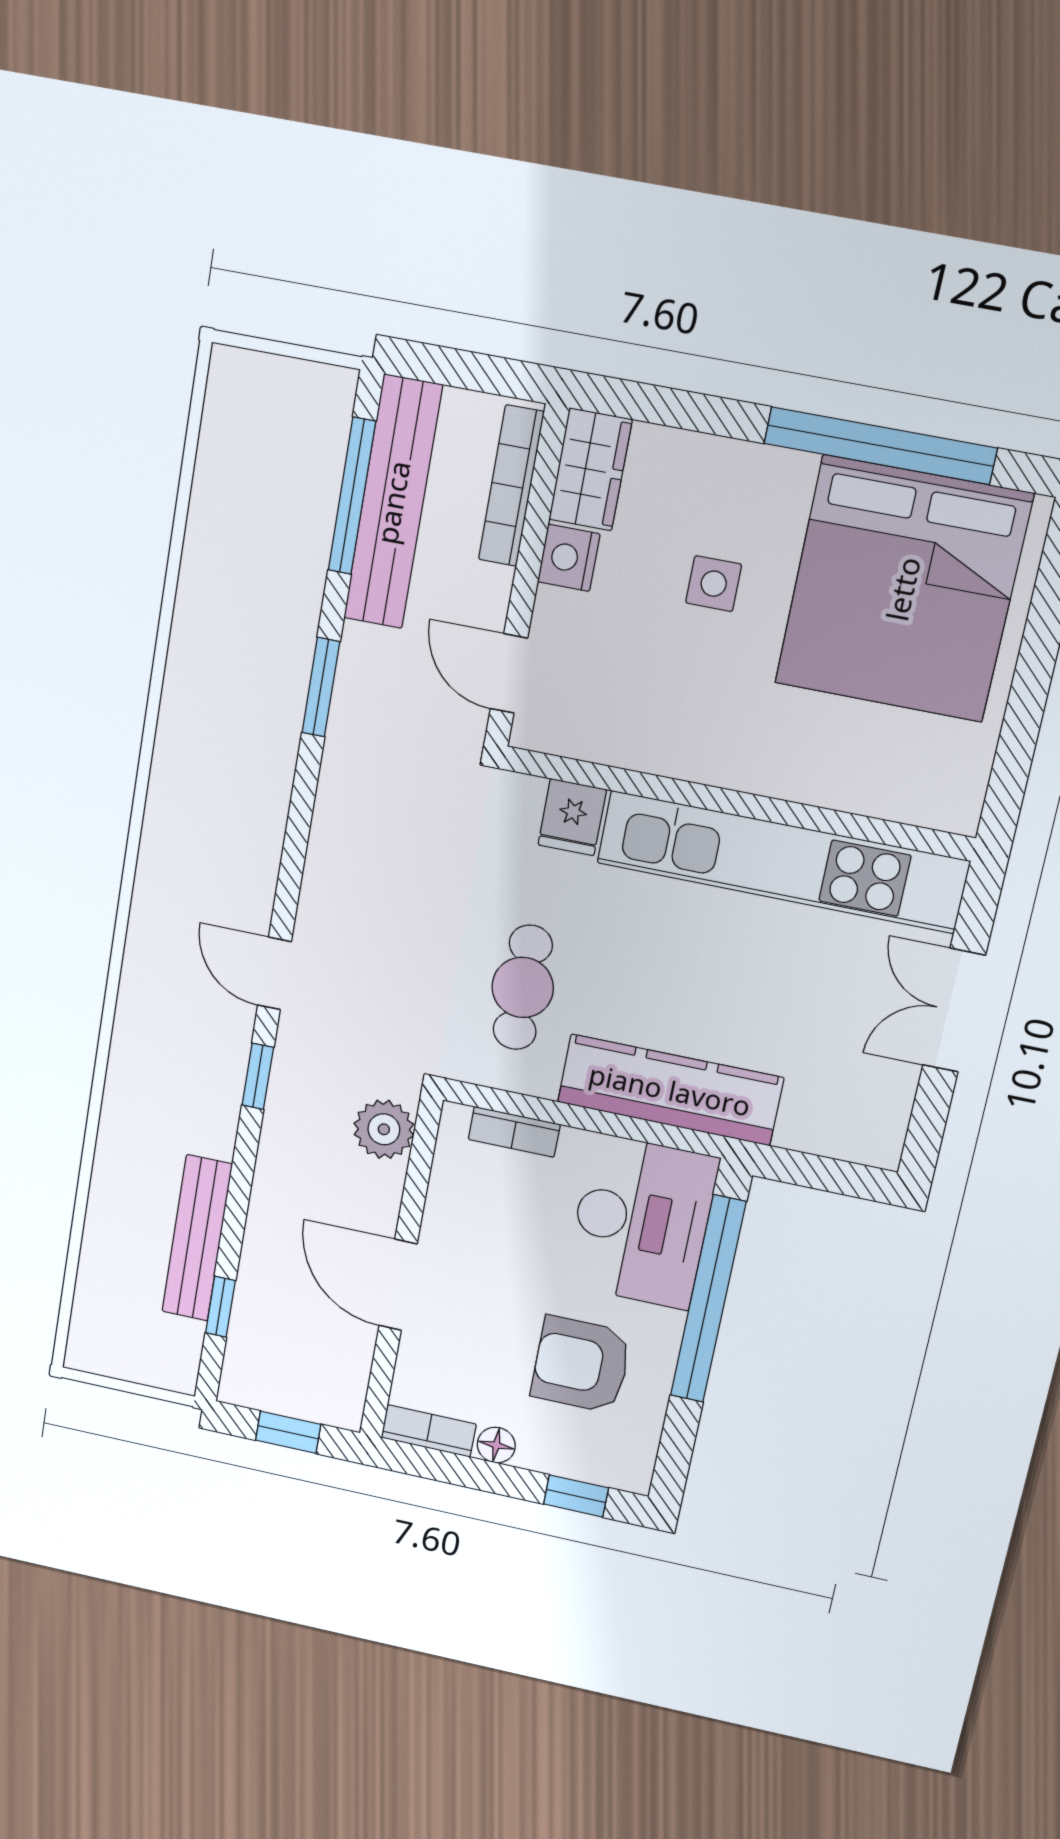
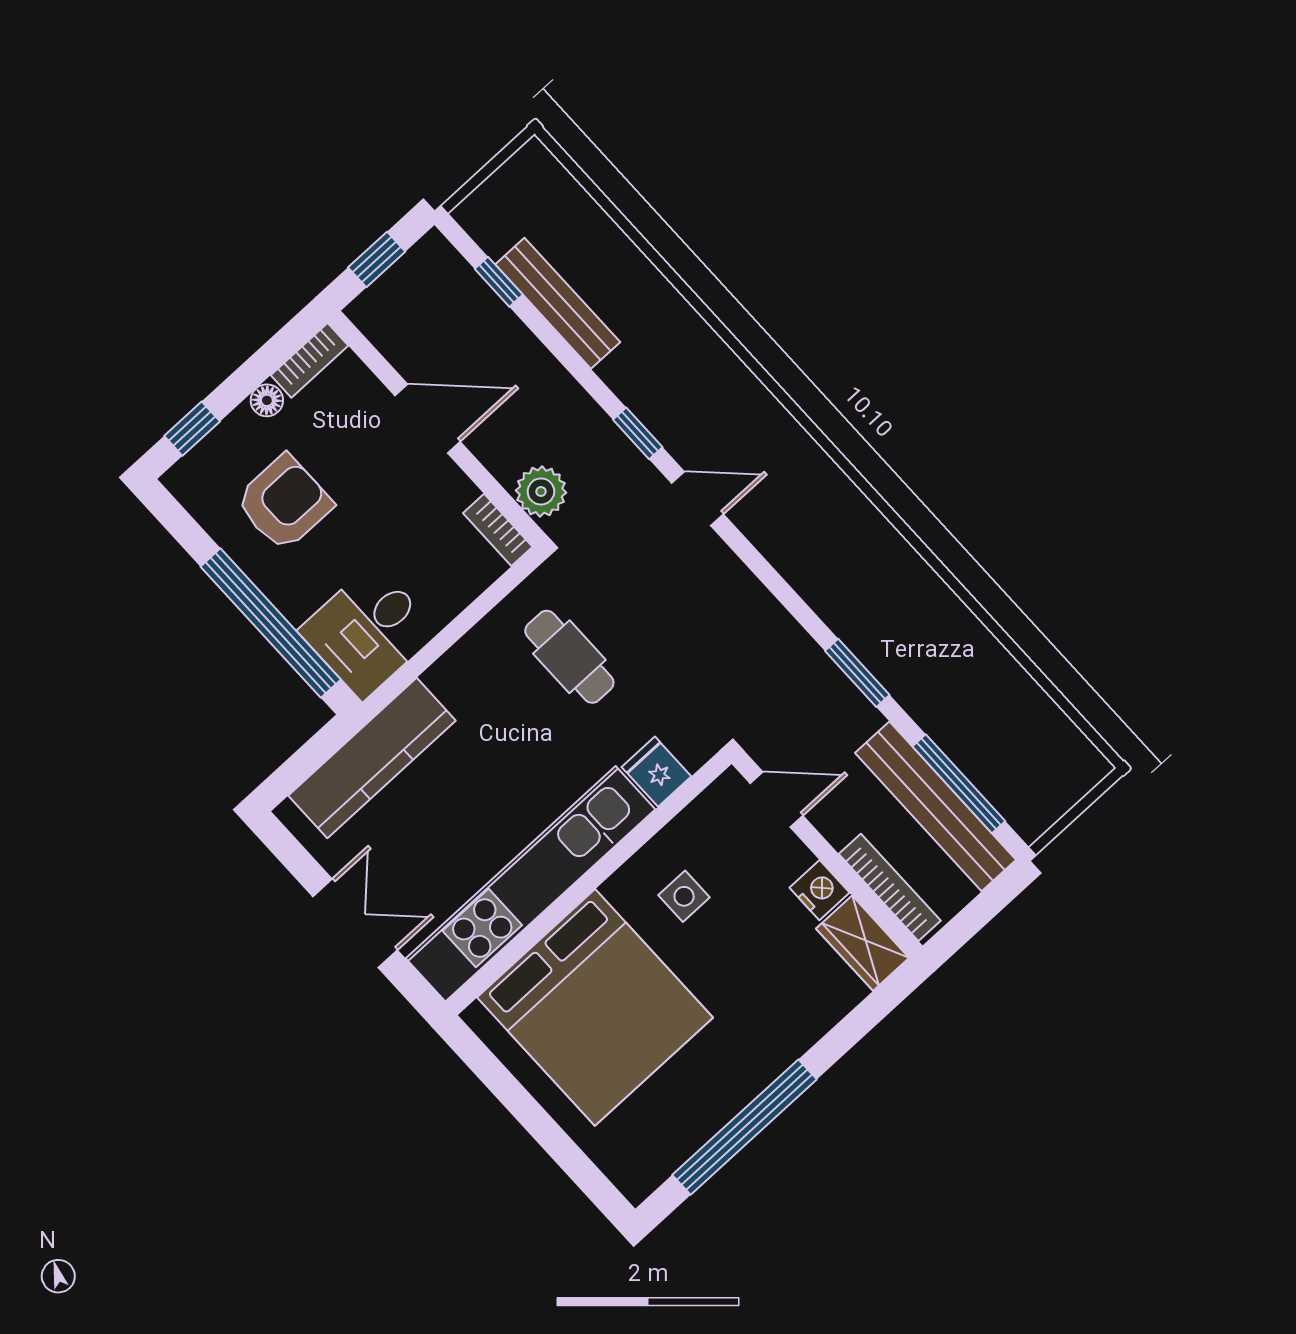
side table: (714, 584) -> (684, 896), moved
bed: (903, 589) -> (595, 1007), moved, turned 180
kitchen counter: (670, 1090) -> (372, 758), moved
bookcase: (514, 1132) -> (498, 530), moved, turned -90
desk: (641, 1222) -> (368, 631), width x0.73

